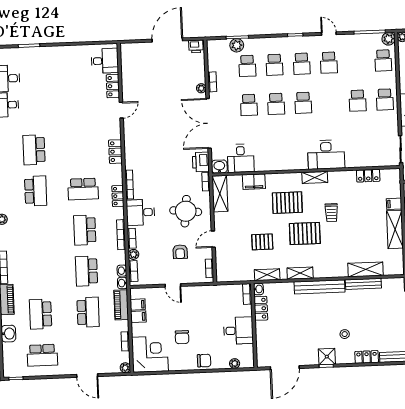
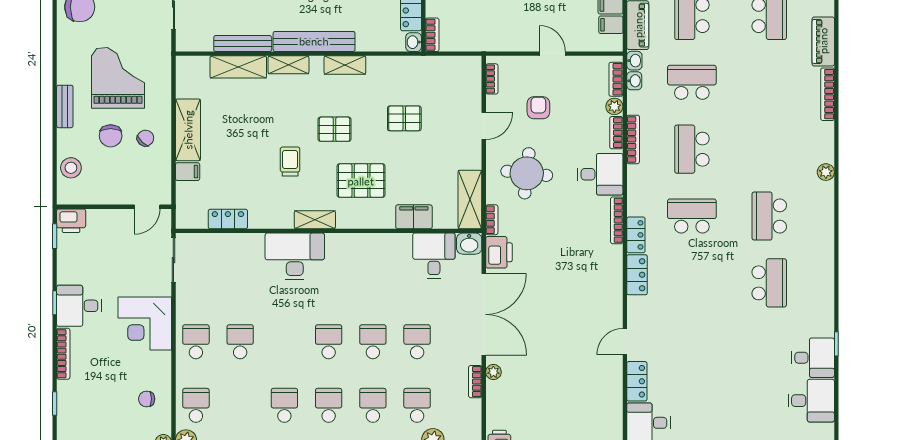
locker: (118, 196) -> (636, 235), moved
school desk: (85, 230) -> (692, 149), turned 180
pallet: (305, 233) -> (335, 129), width x0.67, depth x0.71
school desk: (86, 271) -> (692, 82), turned -90
shelving: (267, 275) -> (288, 65), moved

